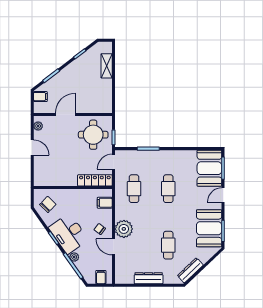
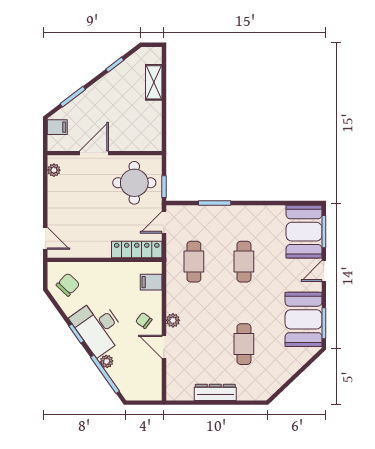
door: (32, 148) -> (45, 238), moved
plant: (124, 229) -> (173, 320), width x0.53, depth x0.53
dresser: (190, 270) -> (276, 381), removed
filing cabinet: (101, 277) -> (146, 391), removed

